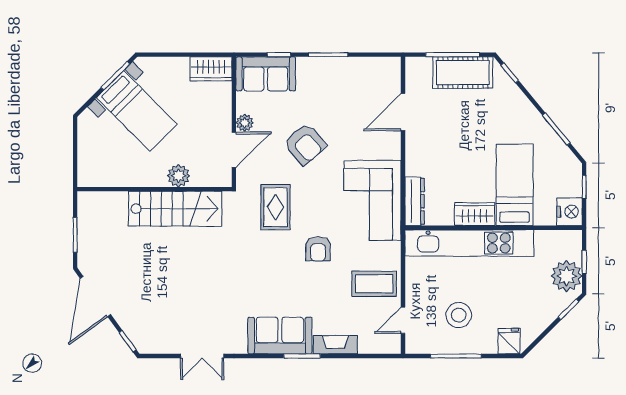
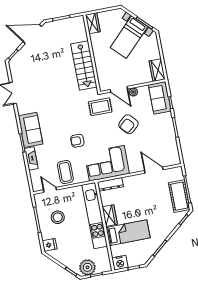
wardrobe: (97, 176) -> (93, 23), added
plant: (179, 176) -> (101, 64), removed
rug: (275, 207) -> (100, 107), moved

